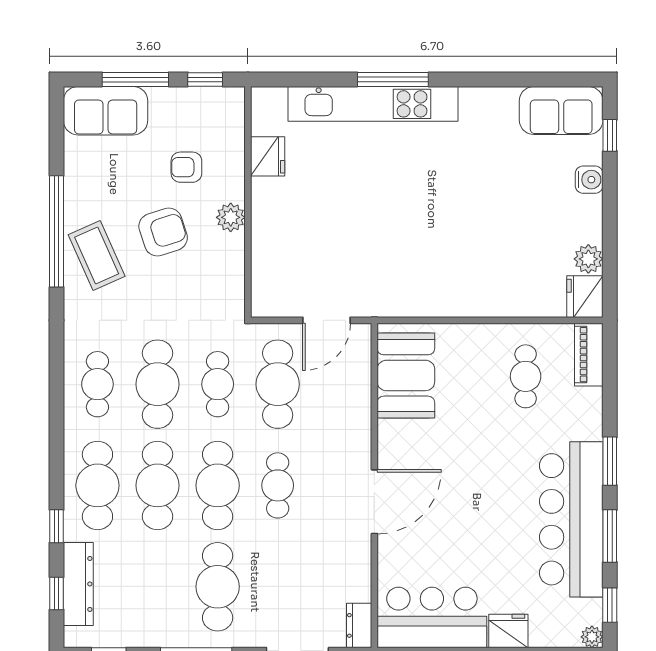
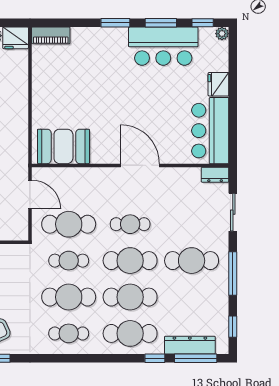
cafe table: (526, 376) -> (64, 74), removed
bar counter: (571, 519) -> (163, 46), width x0.73
window: (57, 593) -> (196, 358), width x2.17

